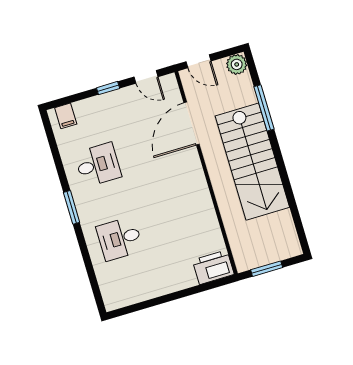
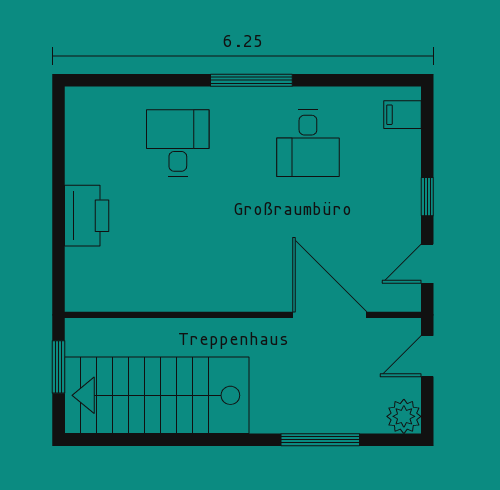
stairs: (252, 162) -> (157, 395), moved
window: (72, 207) -> (251, 80), width x1.44
printer: (213, 267) -> (87, 216), moved

